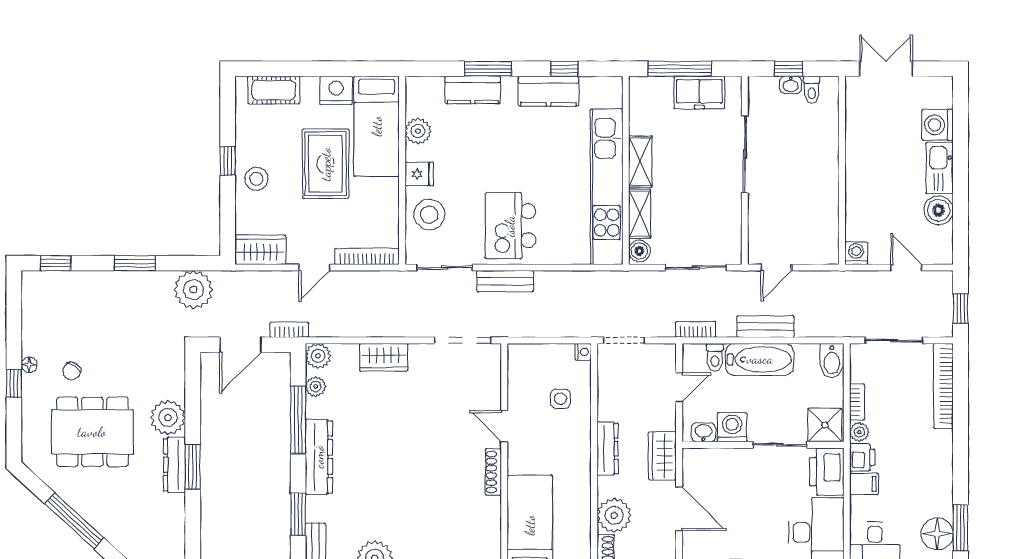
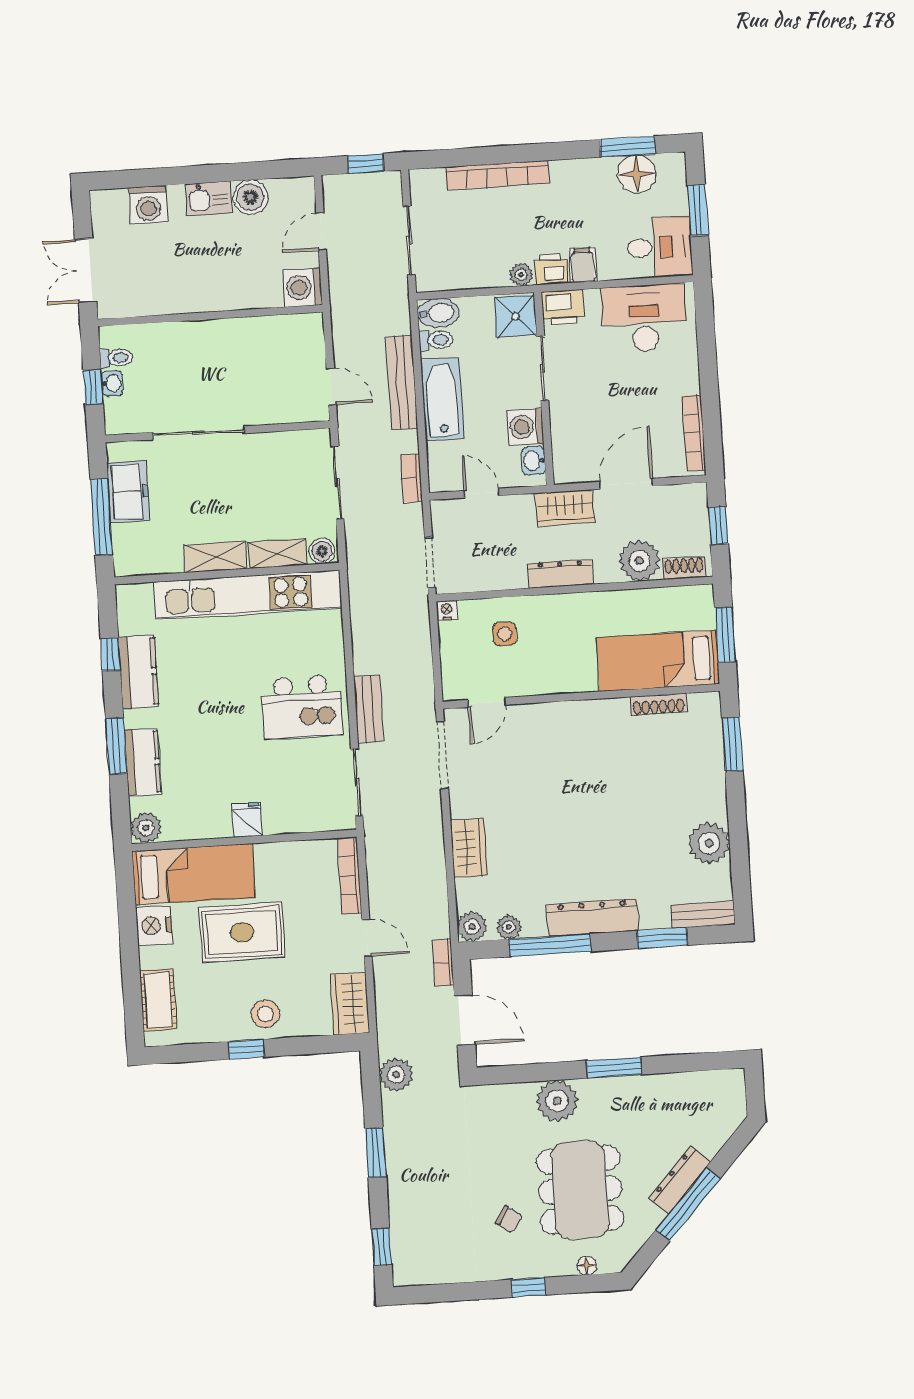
plant: (418, 131) -> (146, 828), moved
kitchen sink: (940, 168) -> (208, 199), width x0.73
stool: (429, 215) -> (295, 805), removed
washing machine: (856, 253) -> (303, 287), width x1.38, depth x1.38
plant: (193, 290) -> (396, 1075), width x0.73, depth x0.73
bench: (765, 327) -> (402, 382), width x1.36
toilet: (715, 357) -> (436, 340), moved
floor lamp: (29, 365) -> (587, 1265), moved
bookcase: (943, 386) -> (497, 175), moved
bookcase: (857, 402) -> (485, 280), removed
door: (504, 426) -> (487, 702), moved
dresser: (175, 465) -> (680, 1180), moved, turned 133
shoe rack: (493, 472) -> (658, 704), moved
printer: (827, 472) -> (563, 308), width x0.73, depth x0.84

